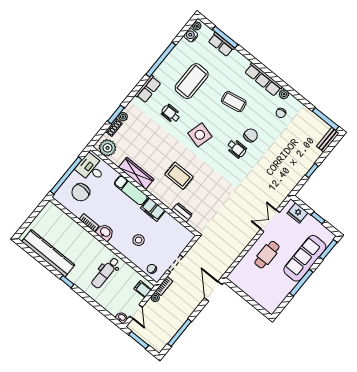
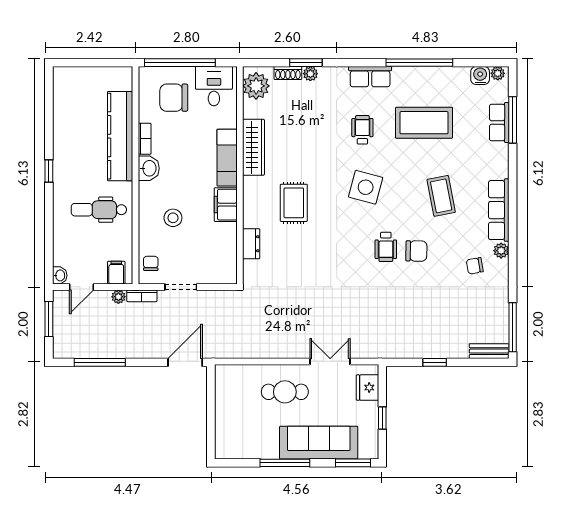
kitchen counter: (48, 253) -> (120, 136), moved, turned 180

